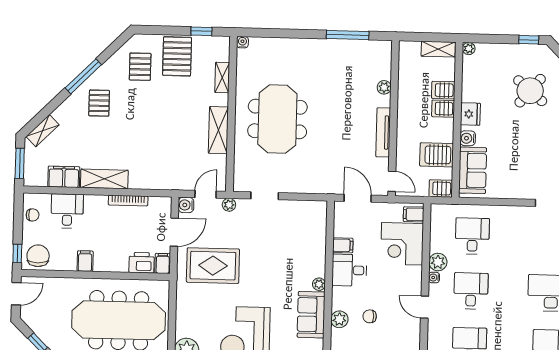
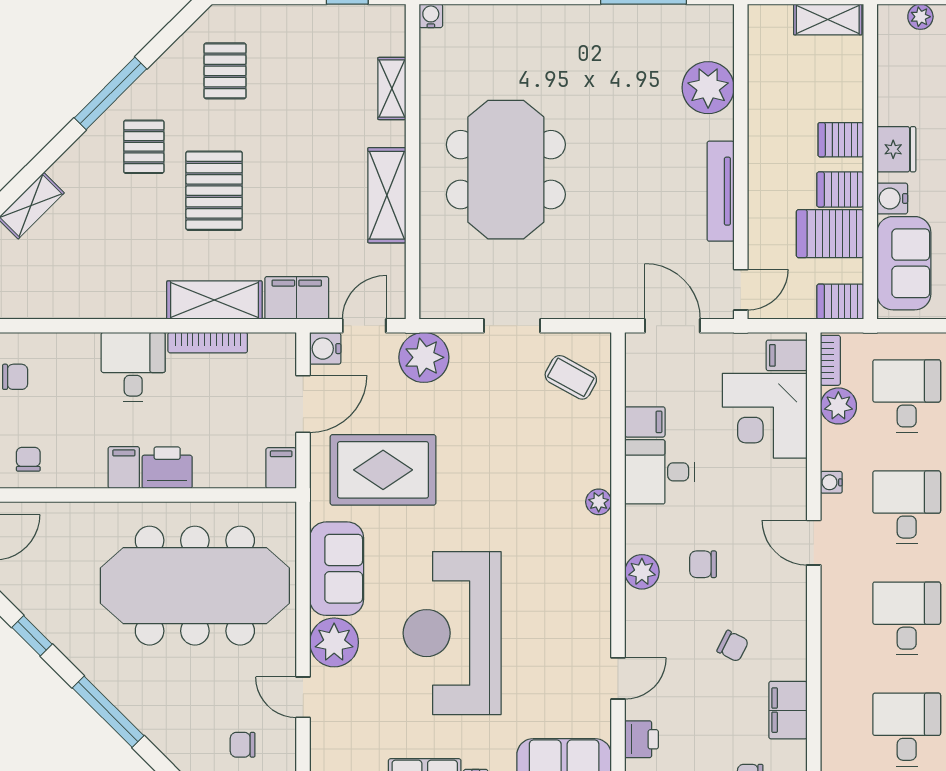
plant: (469, 49) -> (920, 17), moved
pallet: (177, 56) -> (214, 191), moved
plant: (384, 87) -> (708, 88), width x1.87, depth x1.87
server rack: (443, 90) -> (840, 189), moved
filing cabinet: (64, 177) -> (297, 298), moved
shelving: (104, 179) -> (214, 300), moved
door: (392, 181) -> (741, 290), hinge flipped
doorway: (265, 196) -> (512, 326), moved
plant: (229, 205) -> (424, 357), width x1.87, depth x1.87
desk: (67, 211) -> (133, 367), moved
bookcase: (435, 217) -> (830, 360), added
coffee table: (307, 222) -> (571, 377), added
chair: (38, 256) -> (28, 459), width x0.54, depth x0.54
plant: (438, 262) -> (838, 406), moved
printer: (142, 263) -> (167, 468), moved
sofa: (311, 315) -> (337, 569), moved, turned 180

